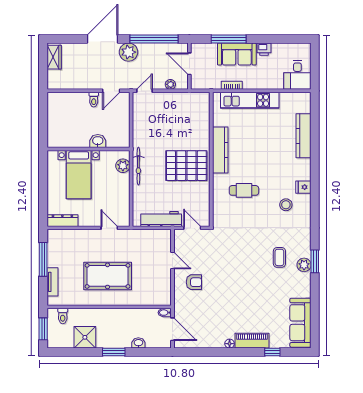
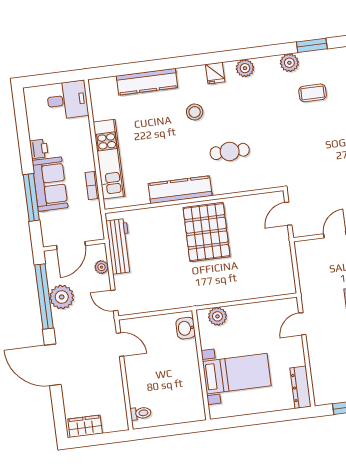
plant: (129, 52) -> (62, 297), moved
toilet: (94, 100) -> (141, 413), moved
washbasin: (98, 141) -> (186, 328), moved
bicycle: (138, 166) -> (215, 296), removed
cafe table: (244, 190) -> (230, 151), turned 90
stool: (286, 205) -> (195, 112), moved
plant: (304, 210) -> (245, 68), added
workbench: (161, 219) -> (119, 246), moved, turned 180
plant: (304, 265) -> (289, 63), moved

